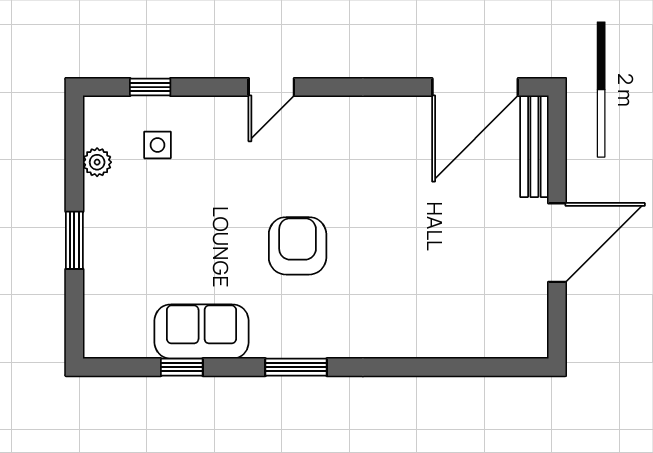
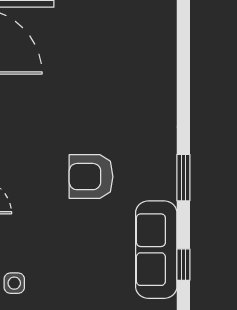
sofa: (202, 331) -> (156, 250), width x1.36

